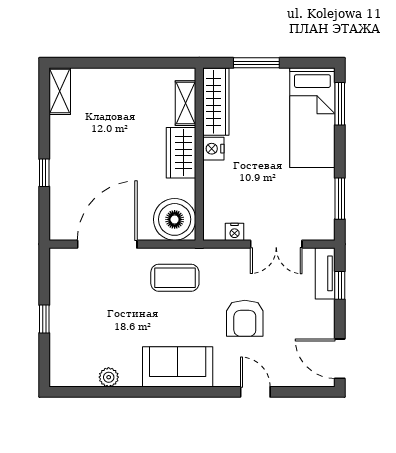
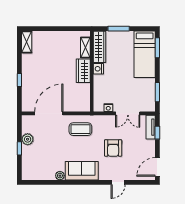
boiler: (175, 219) -> (80, 102), removed
plant: (62, 299) -> (28, 139), added
door: (340, 359) -> (157, 167), hinge flipped
plant: (109, 377) -> (60, 176), moved
door: (255, 392) -> (118, 182), swing flipped

